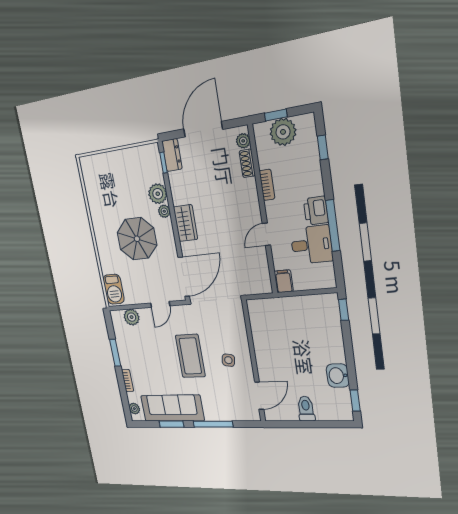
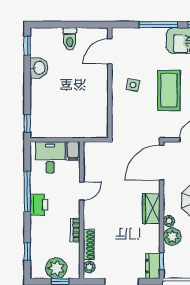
shoe rack: (247, 163) -> (89, 245), width x1.43
desk: (311, 245) -> (50, 157), moved, turned 90

